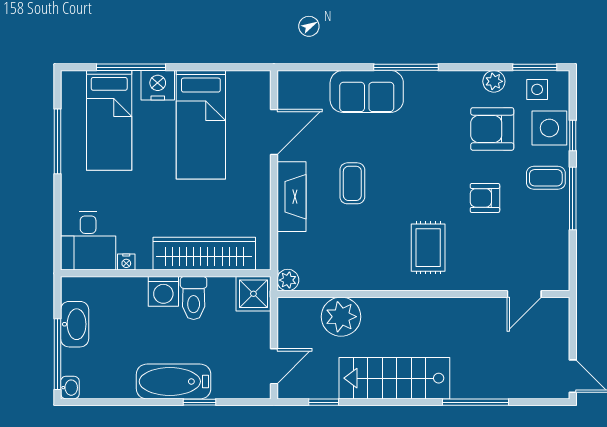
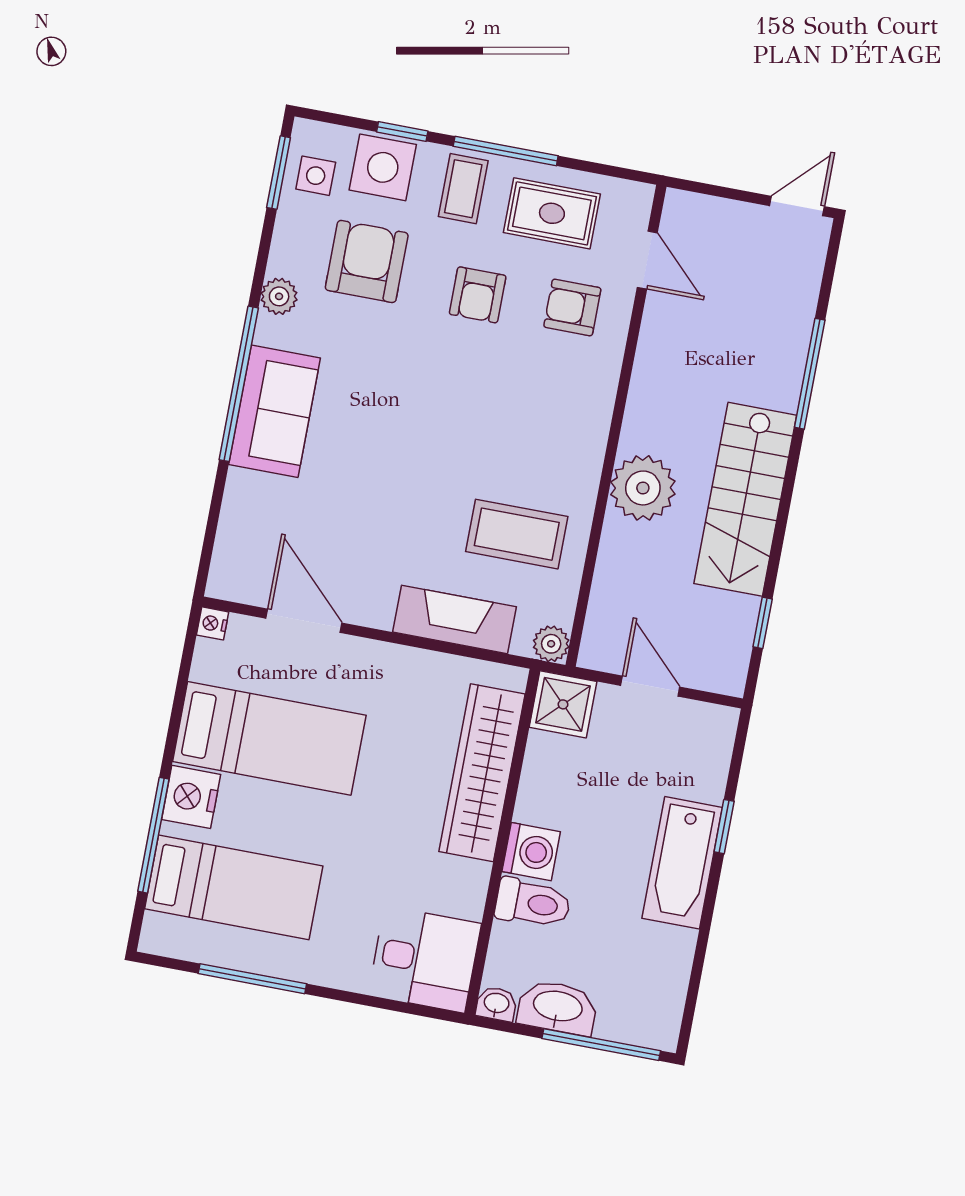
window: (406, 67) -> (239, 384), width x1.46
plant: (494, 81) -> (279, 296), moved
sofa: (367, 91) -> (275, 411), moved
armchair: (492, 129) -> (367, 261), turned 180
coffee table: (352, 183) -> (517, 534), moved, width x1.36, depth x1.30
fireplace: (291, 197) -> (455, 619), moved
rug: (428, 248) -> (552, 213), moved
armchair: (488, 255) -> (572, 307), added
nightstand: (126, 262) -> (213, 623), moved, turned 180
toilet: (194, 298) -> (533, 903), moved
plant: (341, 317) -> (643, 488), moved
door: (274, 366) -> (650, 686), moved
washbasin: (70, 388) -> (496, 1004), moved

